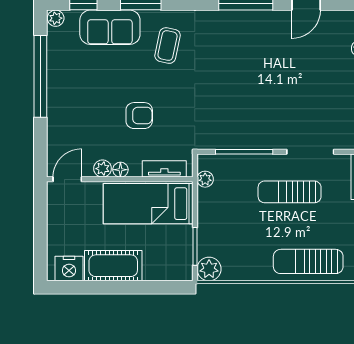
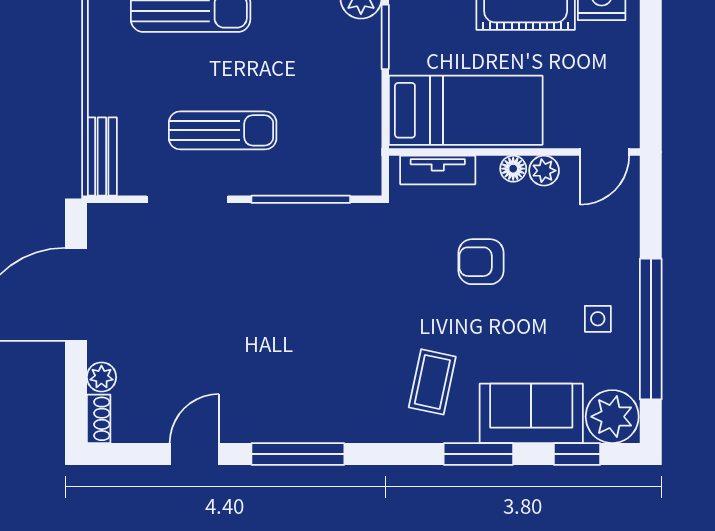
plant: (56, 18) -> (612, 417), width x1.88, depth x1.88
side table: (71, 82) -> (598, 319), added
plant: (205, 179) -> (368, 152), removed

